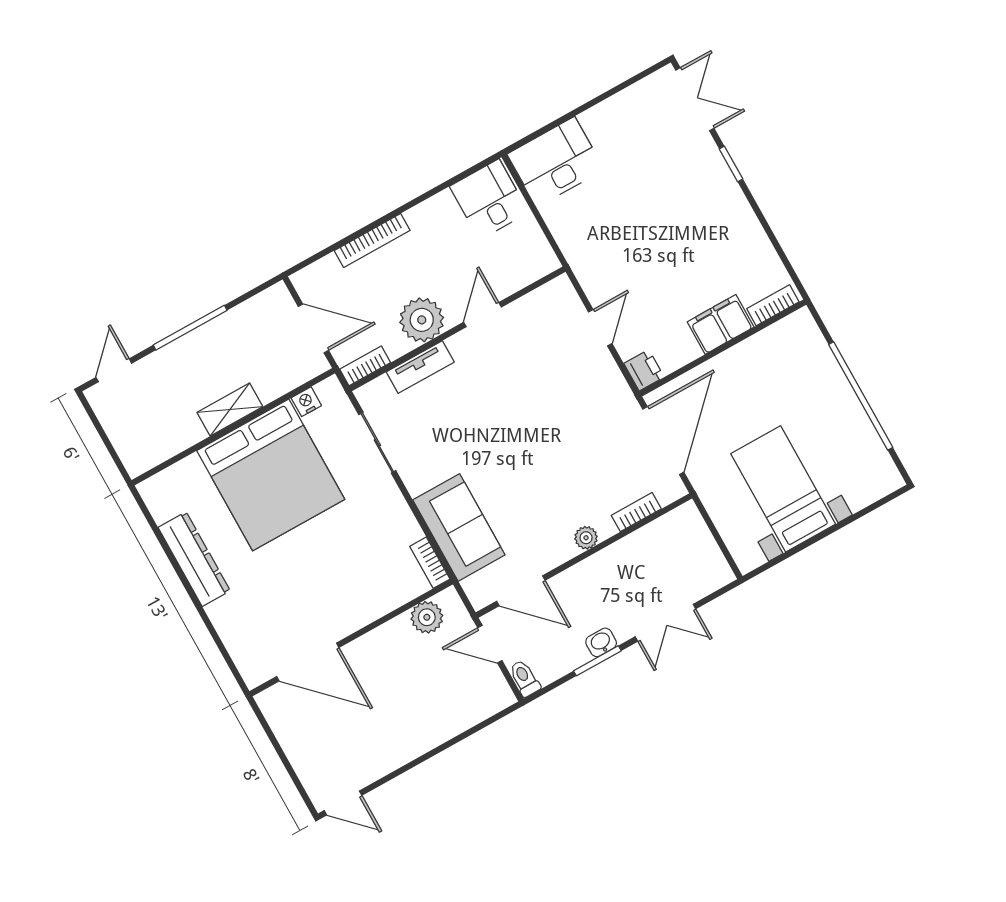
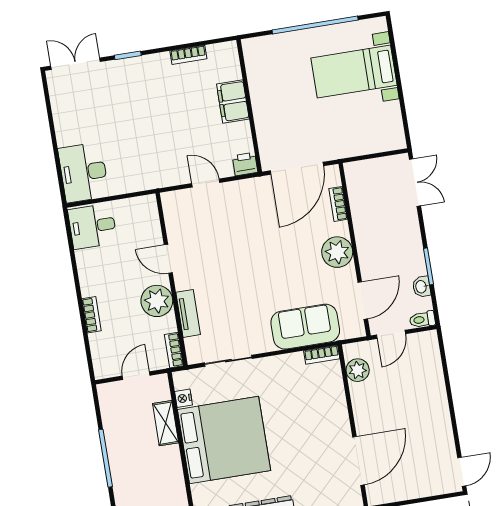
bookcase: (372, 240) -> (91, 315), width x0.64
bookcase: (773, 305) -> (188, 55), moved, turned -90
door: (313, 328) -> (136, 376), width x0.73
shelving: (230, 410) -> (166, 423), moved
door: (663, 441) -> (297, 168), swing flipped
bed with nightstands: (783, 489) -> (354, 72), moved
plant: (586, 538) -> (337, 252), width x1.87, depth x1.87
double door: (665, 623) -> (415, 183), moved
washbasin: (601, 642) -> (421, 287), moved

